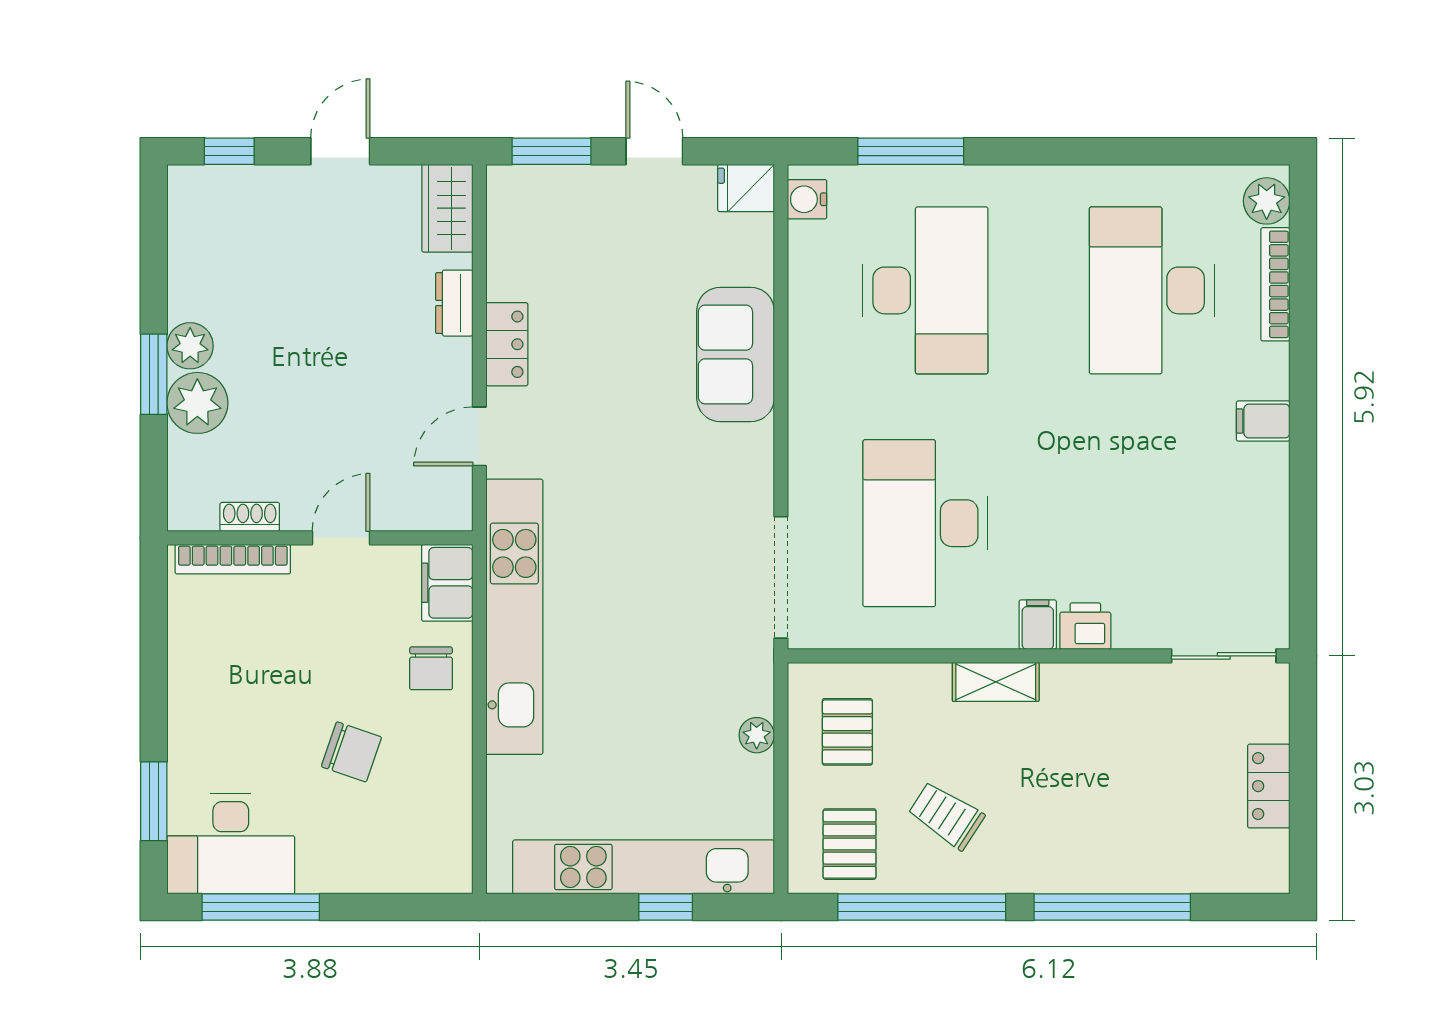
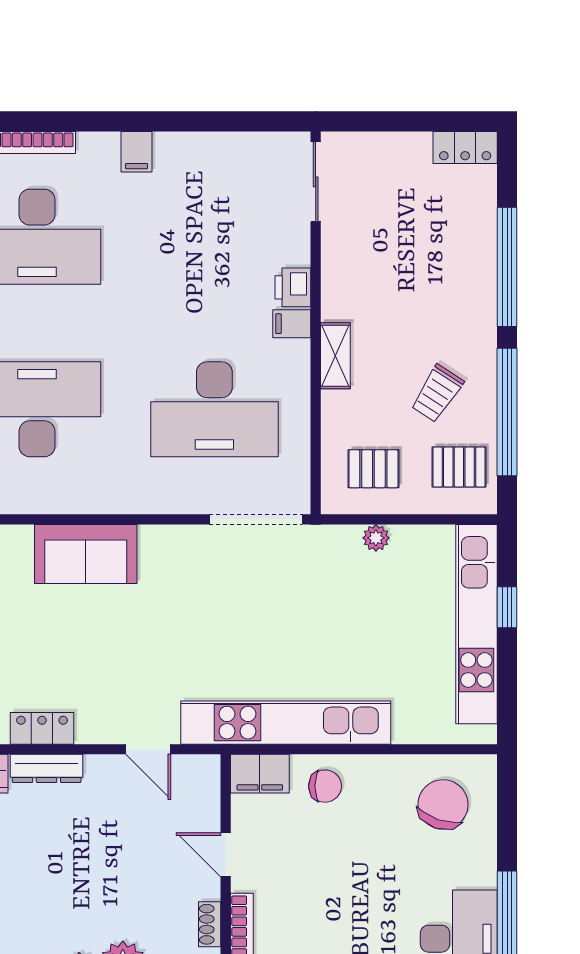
dresser: (454, 303) -> (47, 768), width x1.44
locker: (507, 344) -> (42, 728), moved
chair: (351, 752) -> (443, 804), moved, width x1.37, depth x1.37
locker: (1269, 786) -> (465, 148), moved

